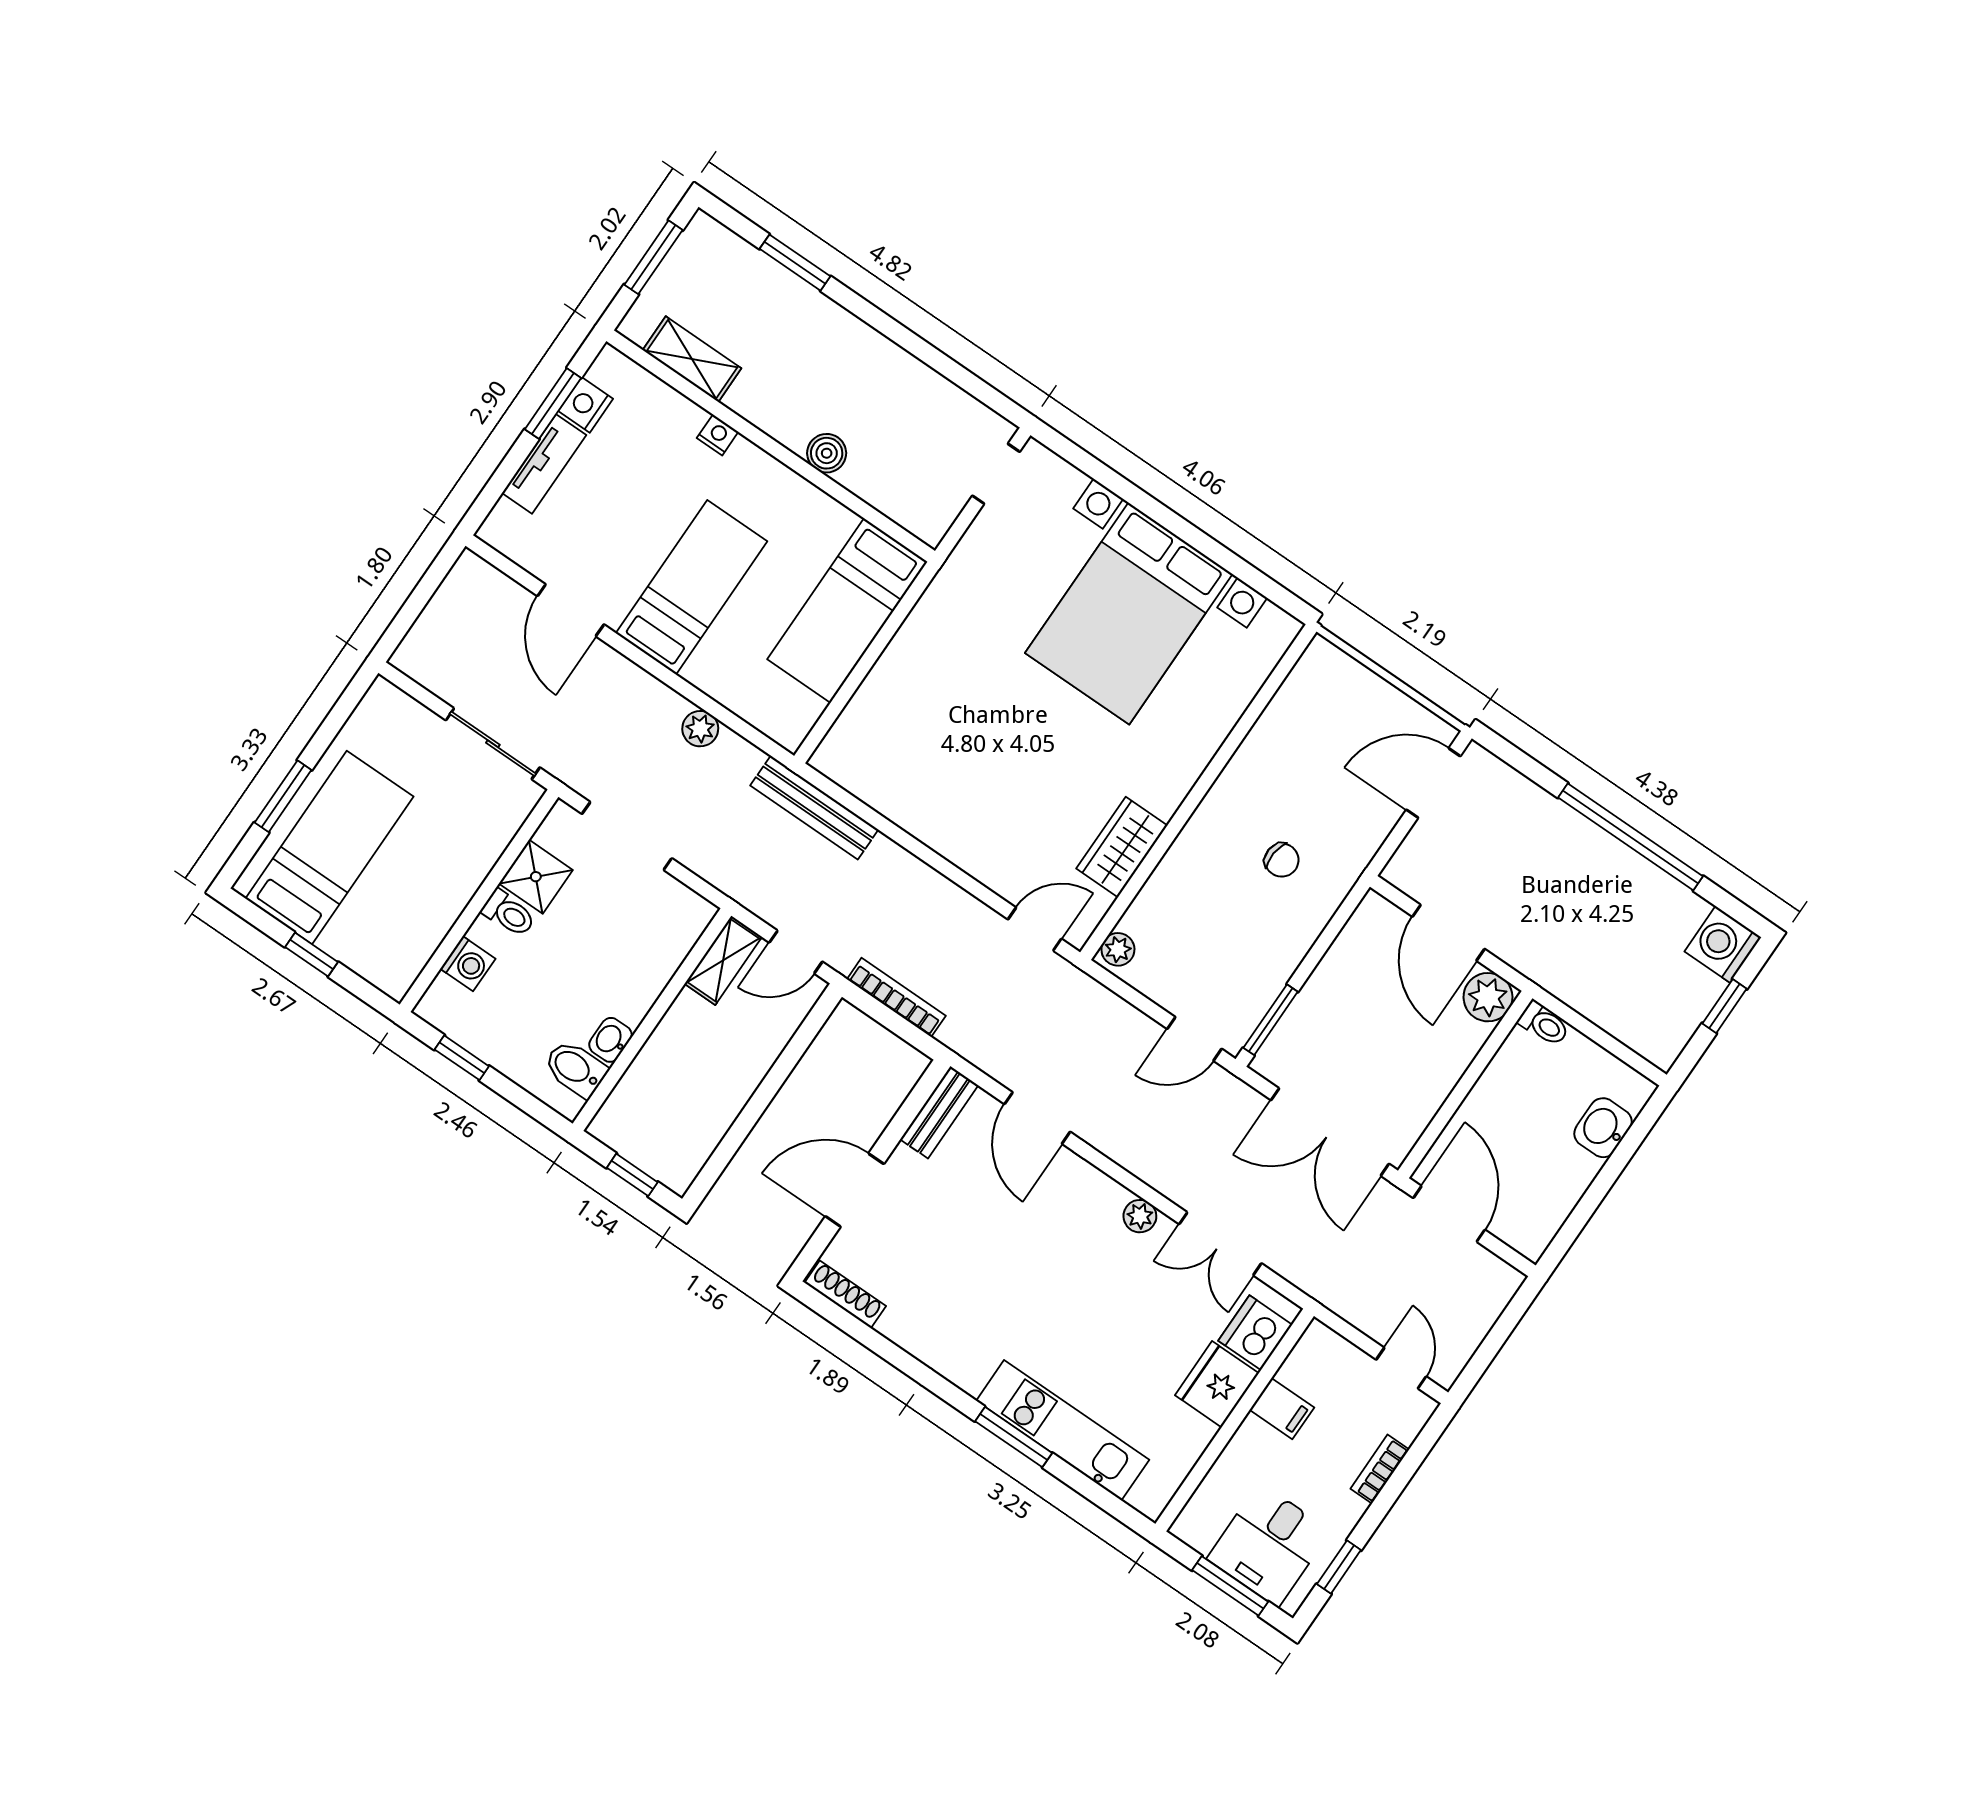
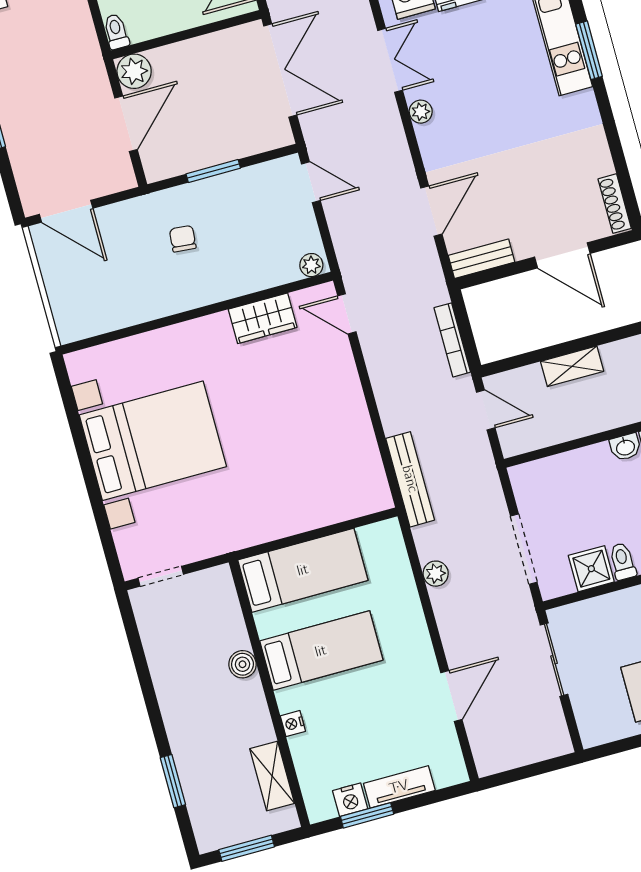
bed: (692, 587) -> (321, 651), moved, turned 180
shelving: (723, 960) -> (572, 366), moved
window: (1271, 1020) -> (213, 171), moved

